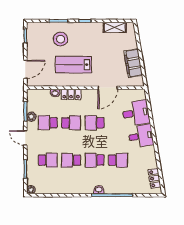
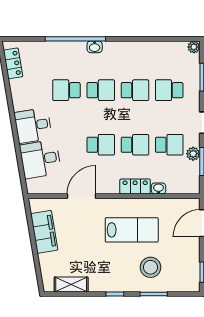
school desk: (71, 123) -> (135, 145), turned 180

